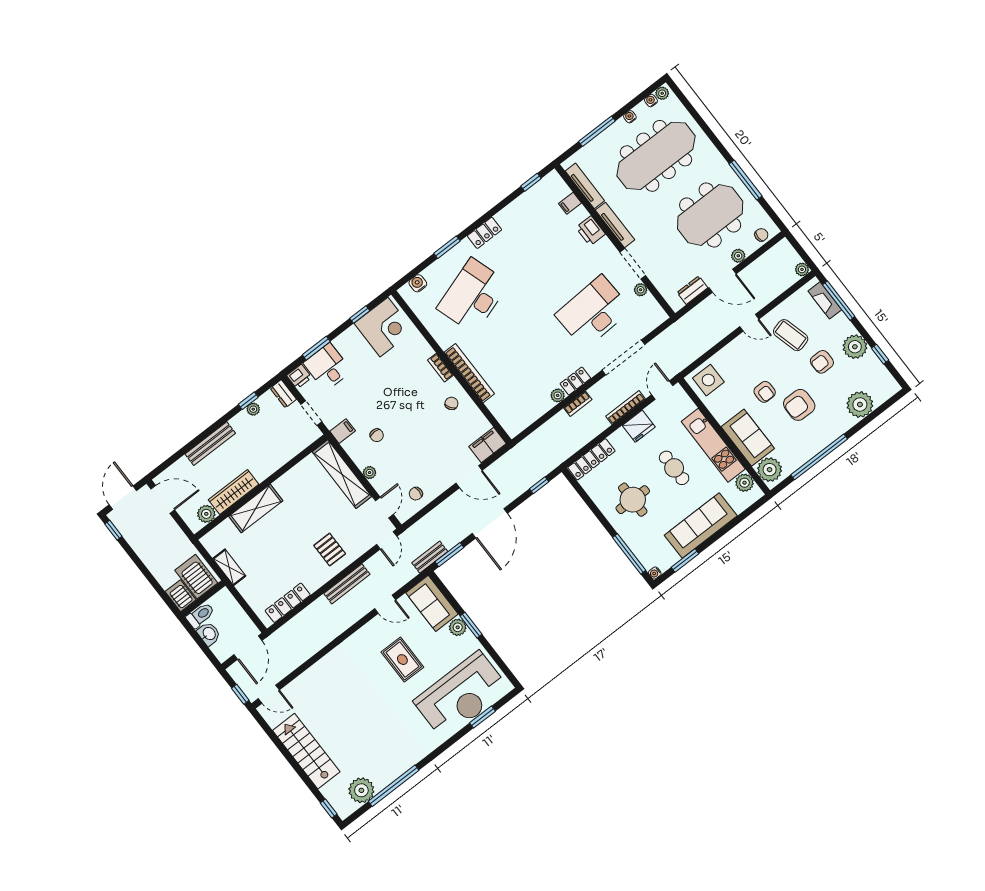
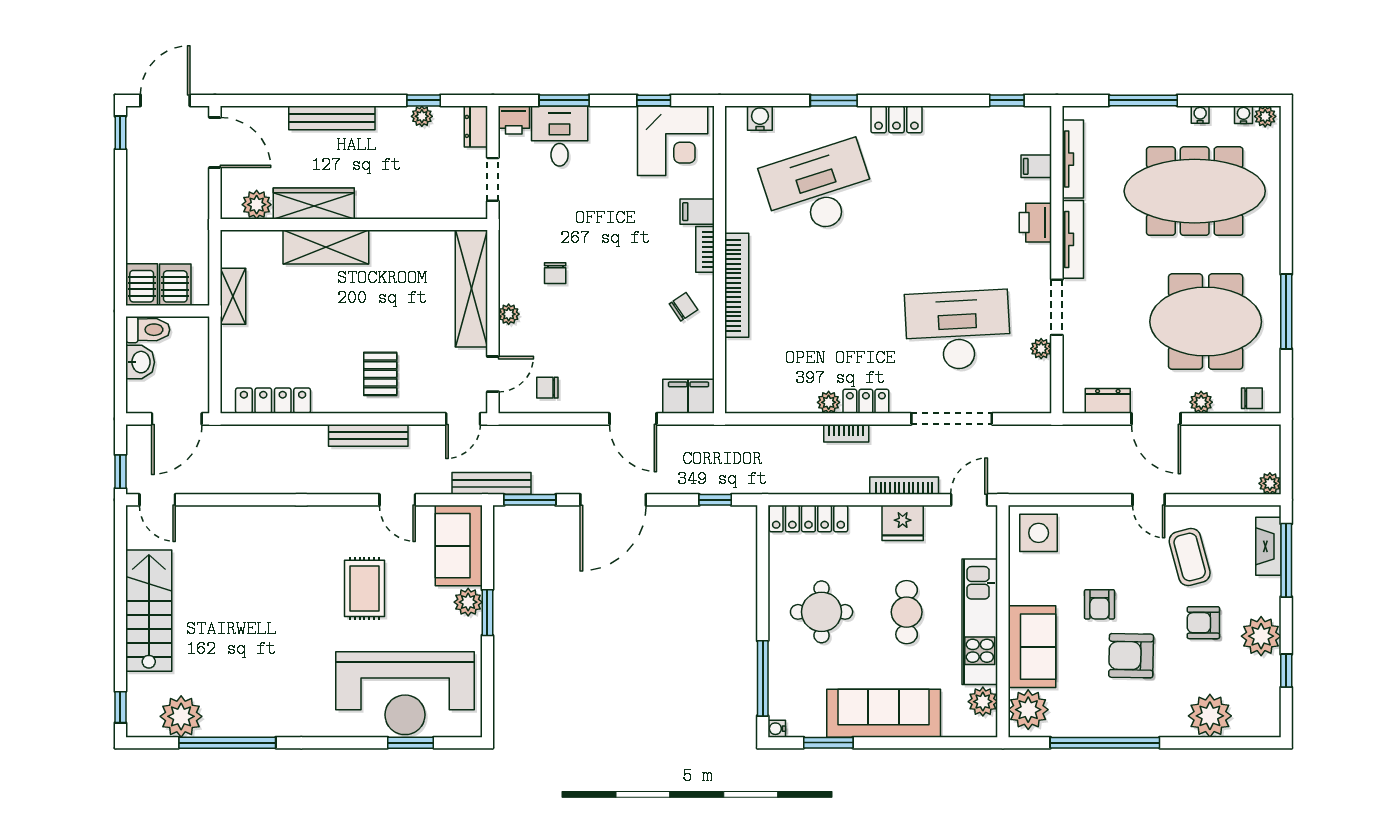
filing cabinet: (343, 431) -> (697, 212), moved, turned 180
bench: (430, 557) -> (491, 483), width x1.36
server rack: (196, 577) -> (175, 285), width x0.73, depth x0.70

